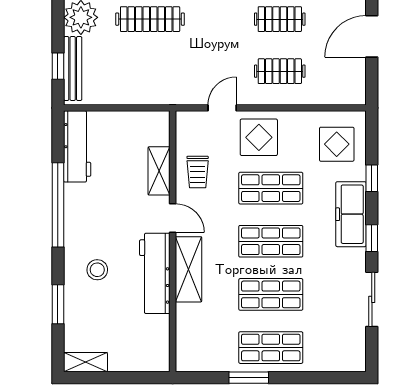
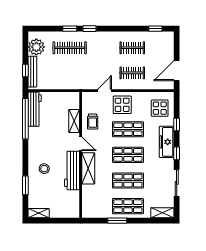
door: (372, 36) -> (177, 71), moved
window: (58, 205) -> (25, 119), moved
shelving: (342, 361) -> (162, 213), added

